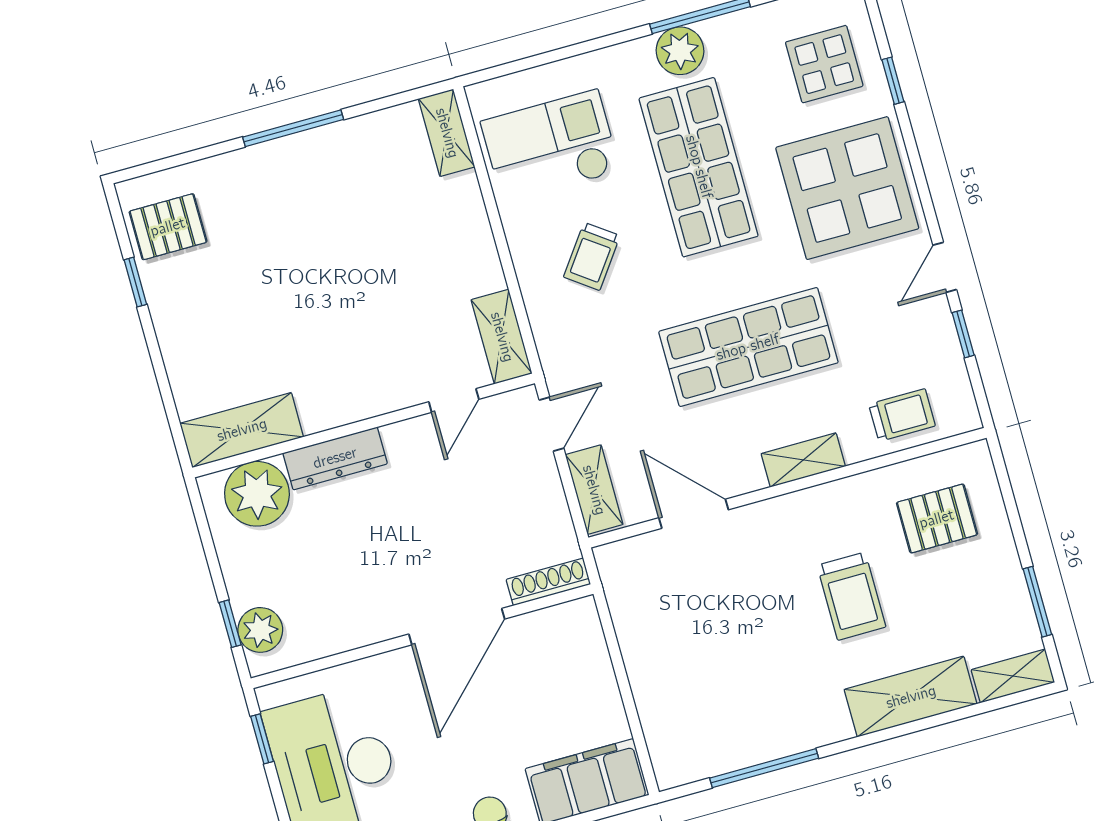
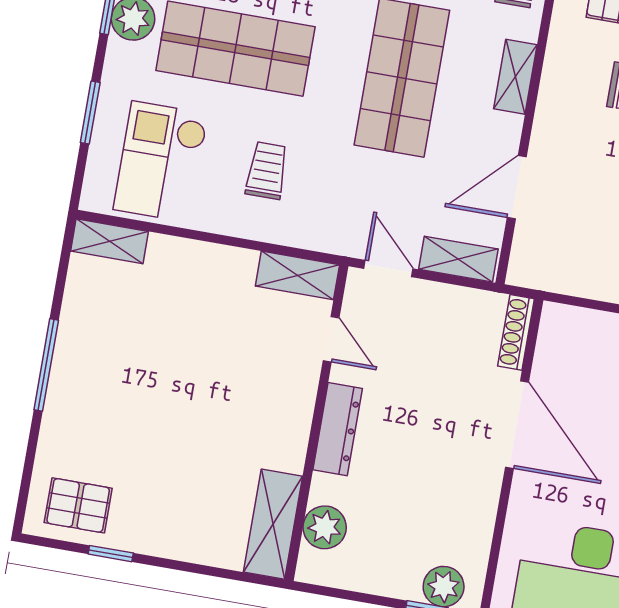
window: (566, 53) -> (90, 113), added
pallet: (168, 227) -> (78, 505), turned 90
trolley: (592, 256) -> (267, 171), turned -126
dresser: (335, 458) -> (338, 429), moved
plant: (257, 494) -> (325, 527), width x0.73, depth x0.73

